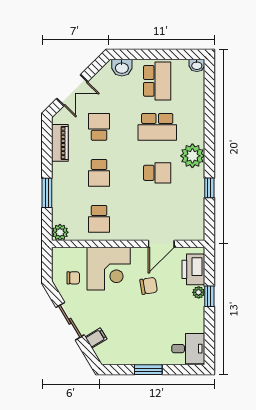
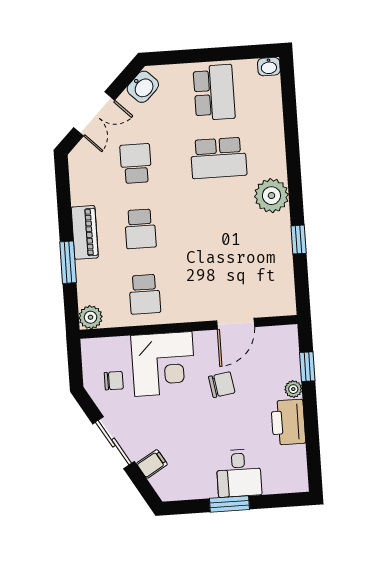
washbasin: (122, 68) -> (143, 87), moved, turned -45
piano: (60, 143) -> (85, 232), moved
school desk: (157, 173) -> (223, 223), removed
printer: (193, 269) -> (288, 422), moved
window: (209, 296) -> (307, 367), moved
desk: (188, 349) -> (239, 473), moved, turned 90

